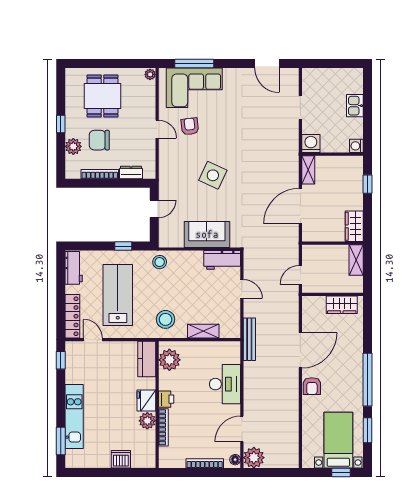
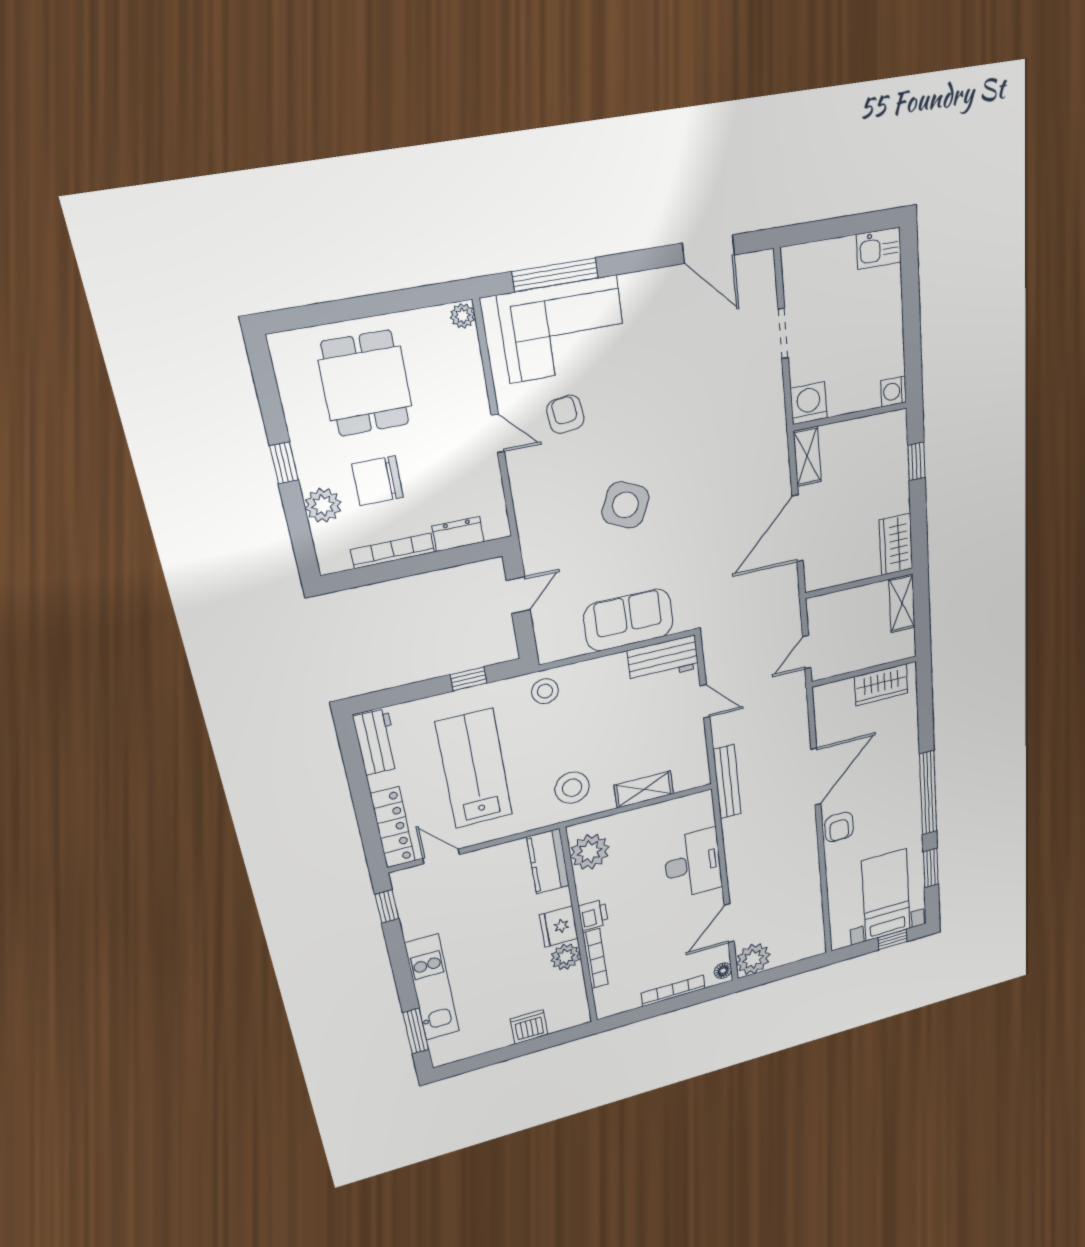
kitchen sink: (355, 106) -> (879, 248), moved, turned -90

